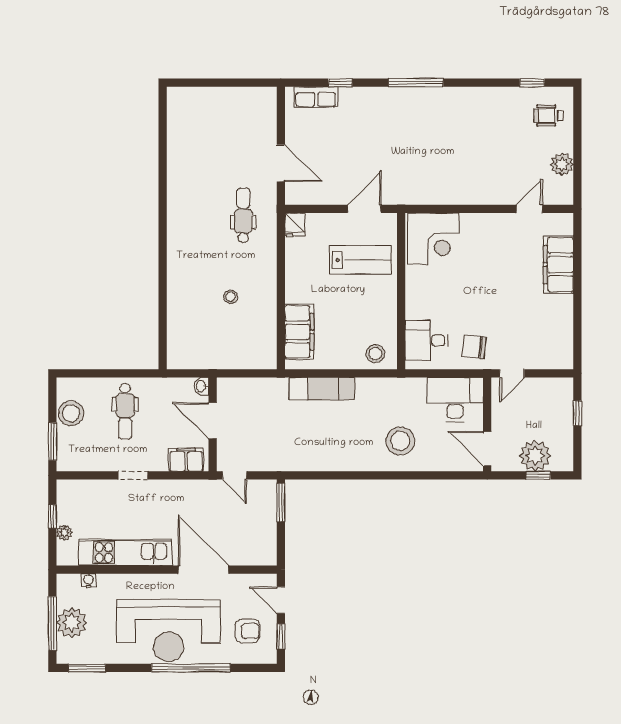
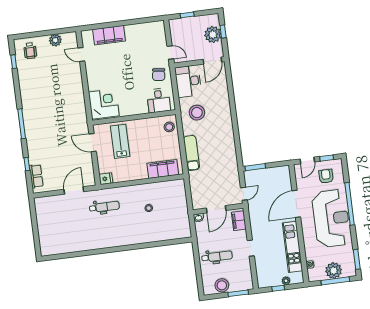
dental chair: (243, 215) -> (104, 207), turned 180
stool: (400, 441) -> (197, 113), moved

